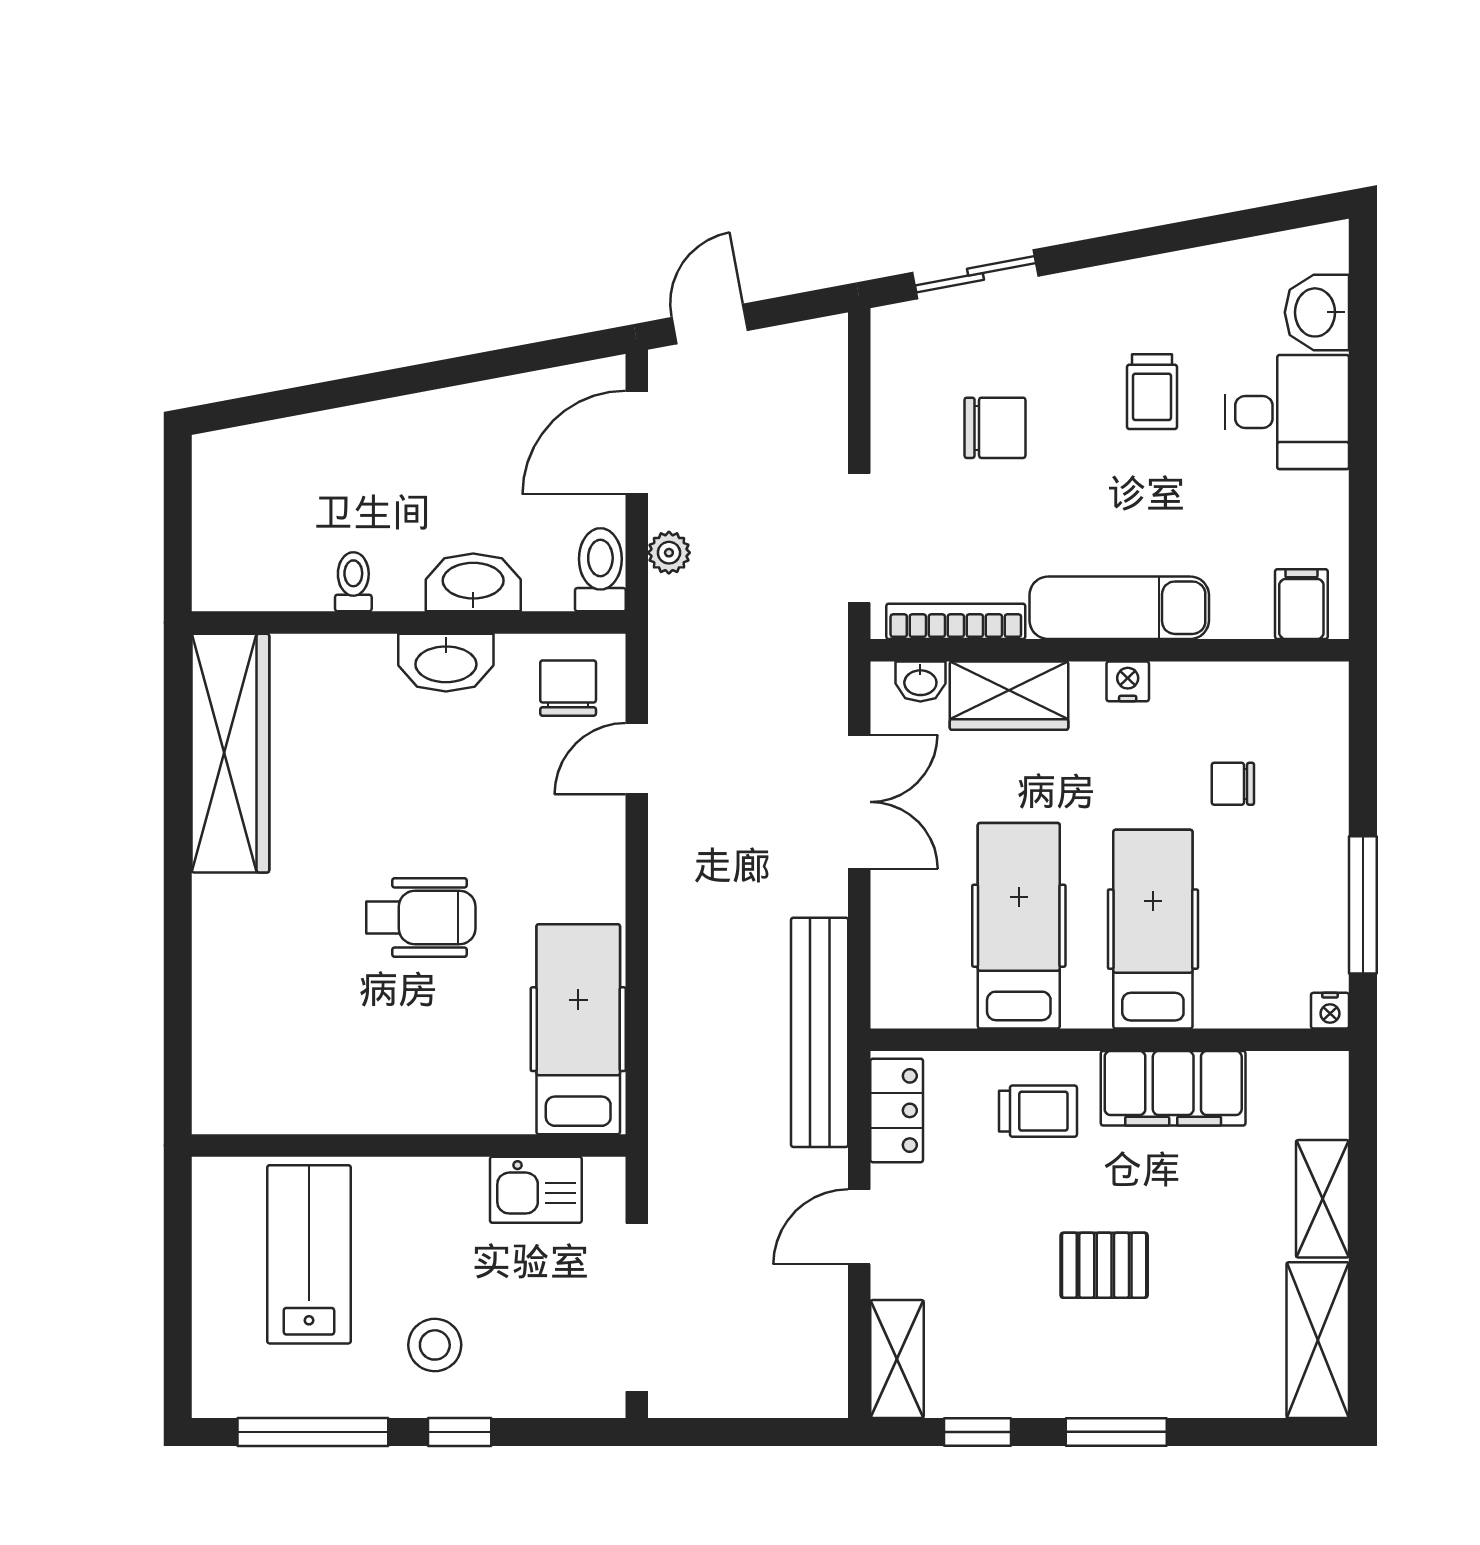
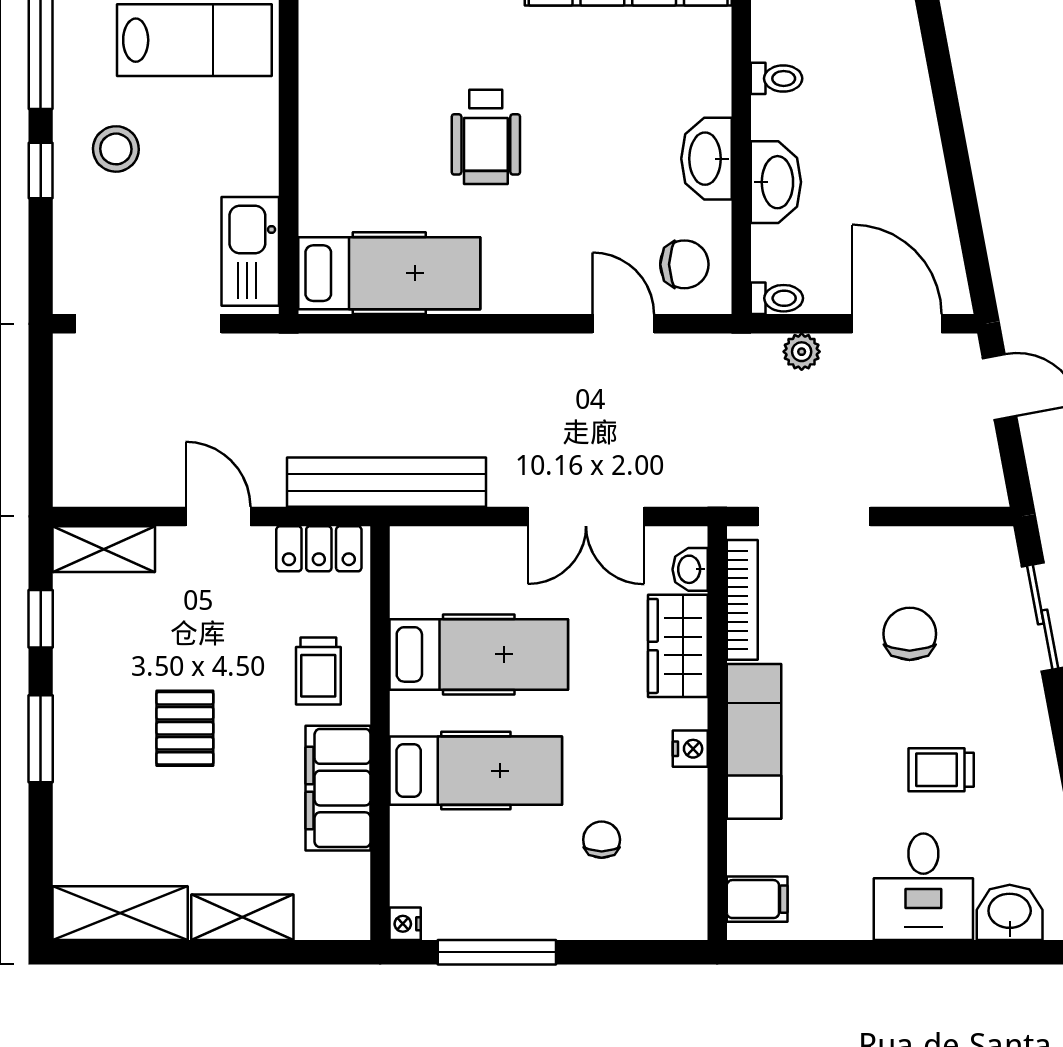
chair: (995, 428) -> (910, 634), turned 180
toilet: (600, 570) -> (777, 298), width x0.73, depth x0.72
kitchen sink: (536, 1190) -> (250, 251), width x1.38

